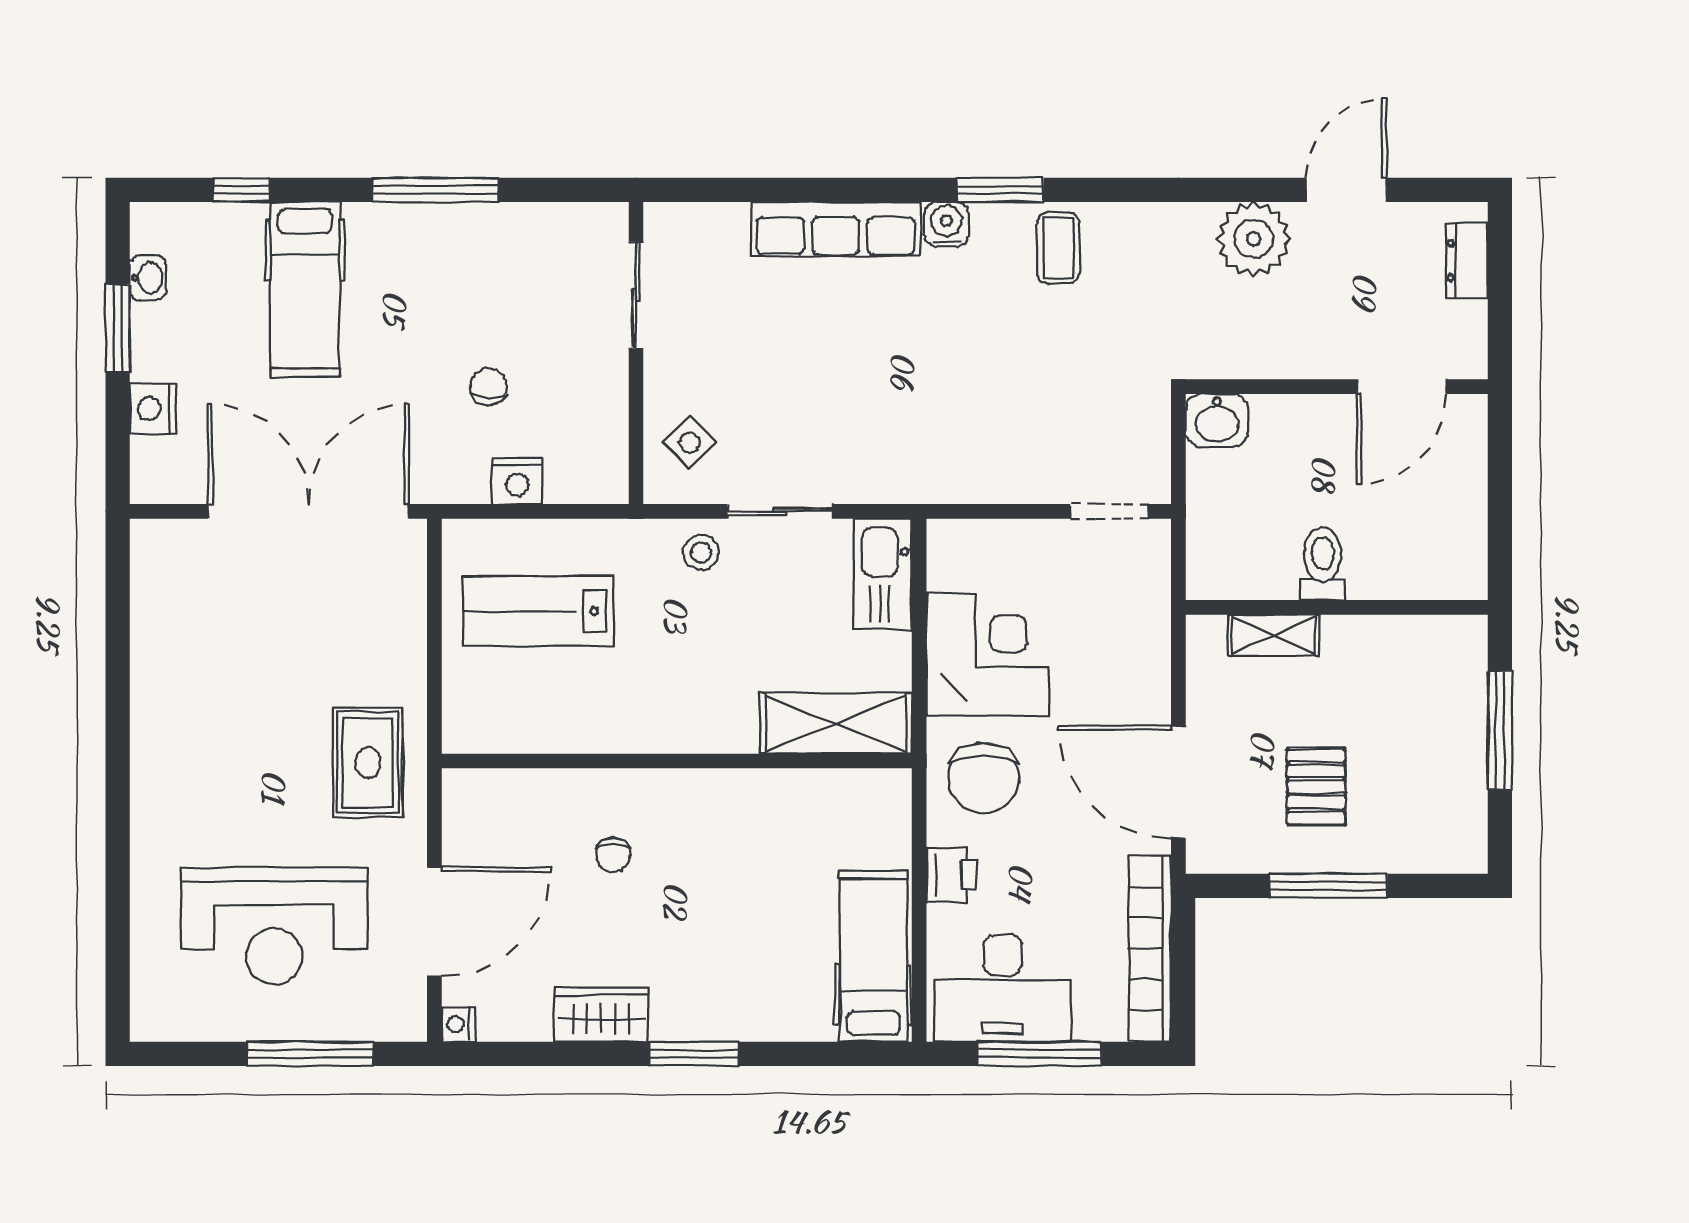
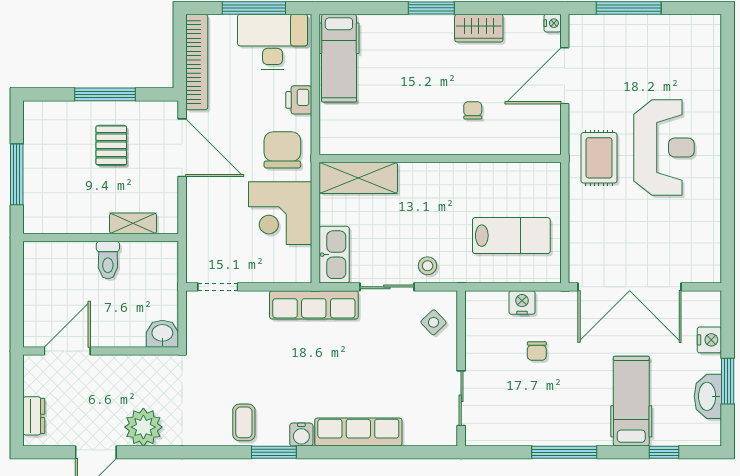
washbasin: (148, 278) -> (708, 396), width x1.91, depth x1.45
row of seats: (922, 476) -> (314, 305), added
reception desk: (274, 926) -> (664, 148), moved, turned 90

